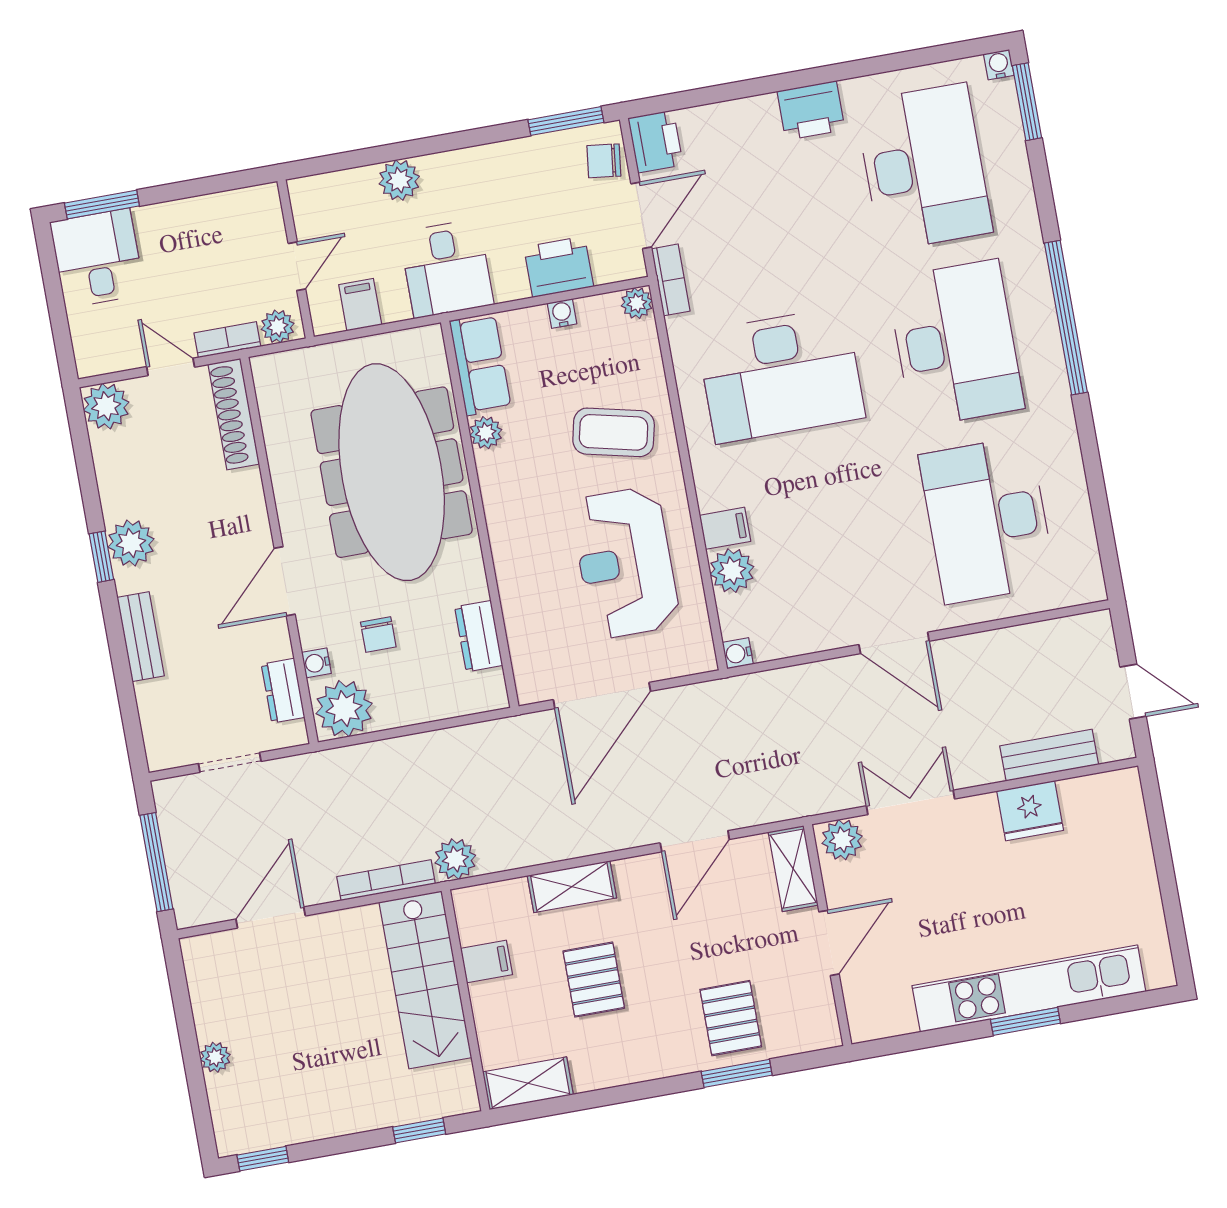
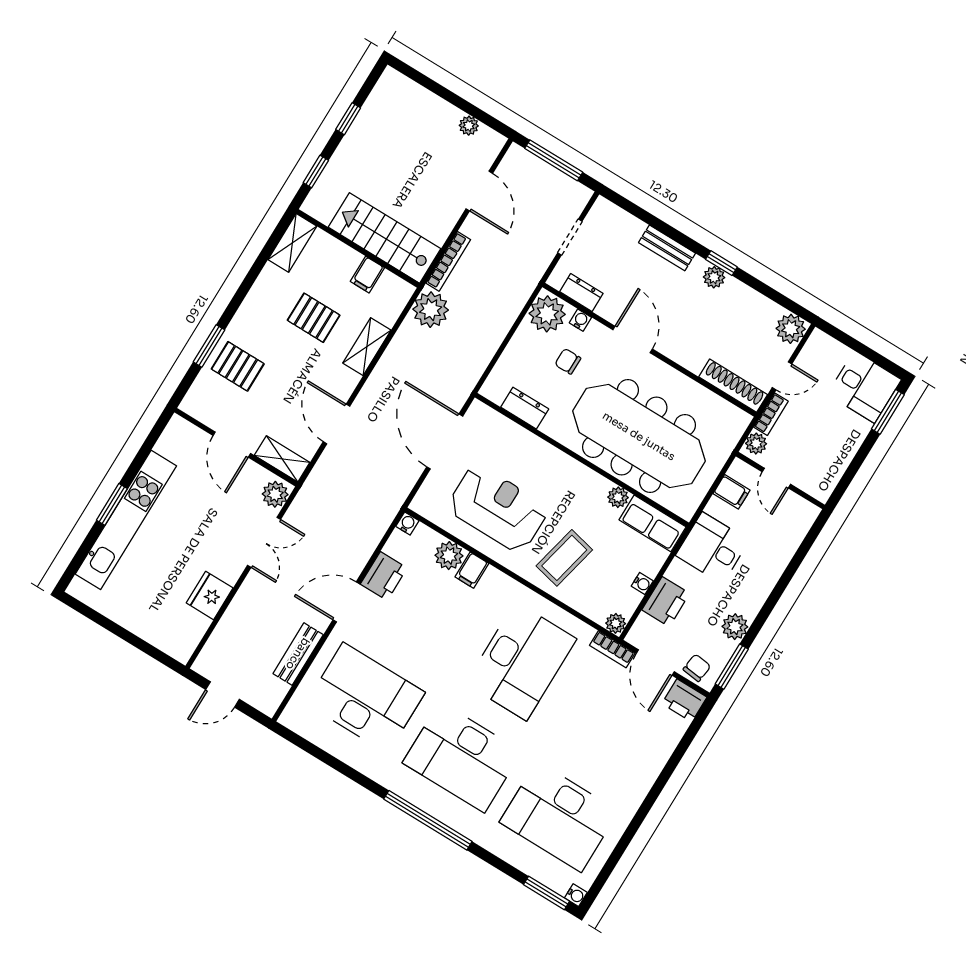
printer: (811, 110) -> (384, 576), moved, turned 180
plant: (399, 180) -> (735, 627), moved
desk: (781, 375) -> (521, 661), turned 180
plant: (131, 543) -> (714, 277), width x0.73, depth x0.73
bench: (1049, 755) -> (298, 654), moved
plant: (455, 859) -> (431, 310), width x1.36, depth x1.36
plant: (215, 1057) -> (469, 126), moved
window: (263, 1159) -> (348, 119), moved

